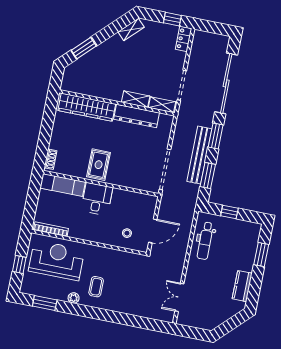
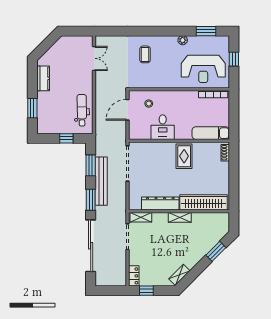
shelving: (136, 99) -> (180, 217), moved
desk: (97, 199) -> (163, 127), moved
coffee table: (96, 287) -> (145, 54), moved

